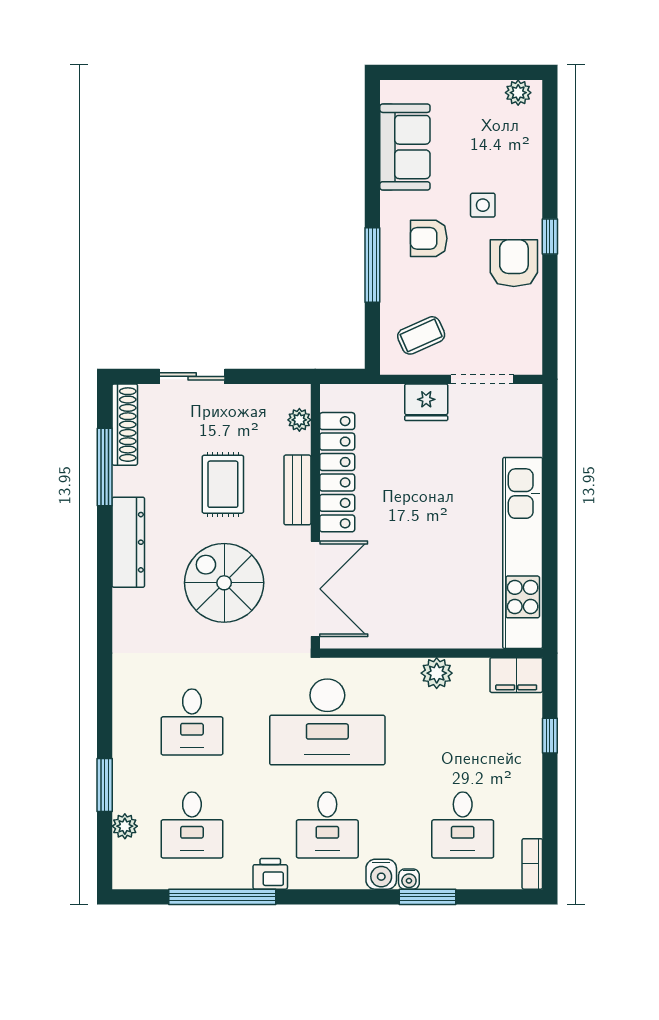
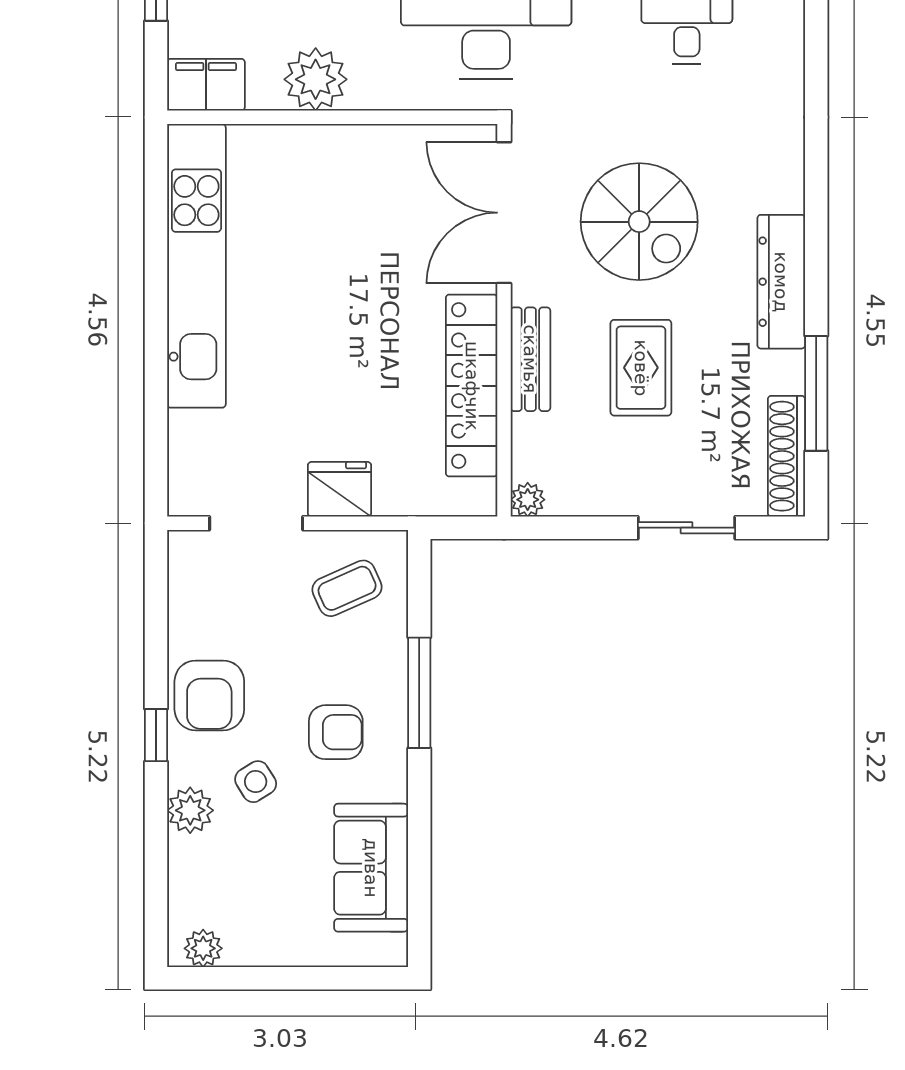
plant: (527, 186) -> (190, 810), added
side table: (483, 205) -> (256, 782), turned -32
plant: (299, 420) -> (528, 500), moved
plant: (437, 673) -> (316, 79), width x1.36, depth x1.36

